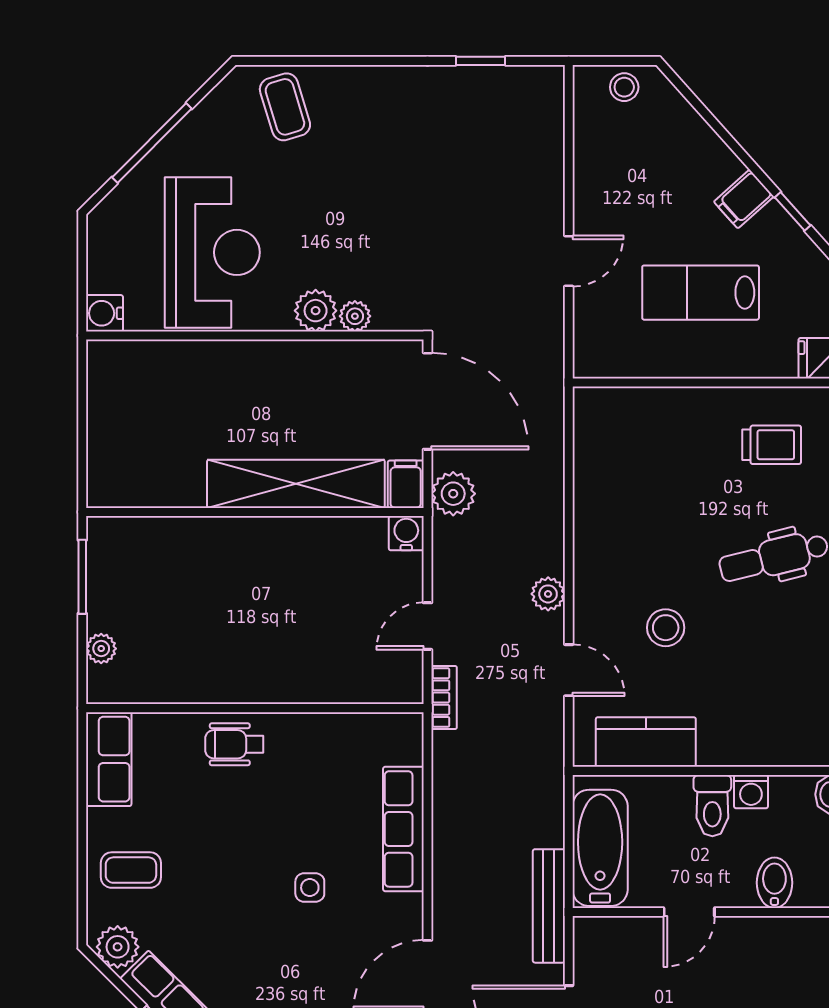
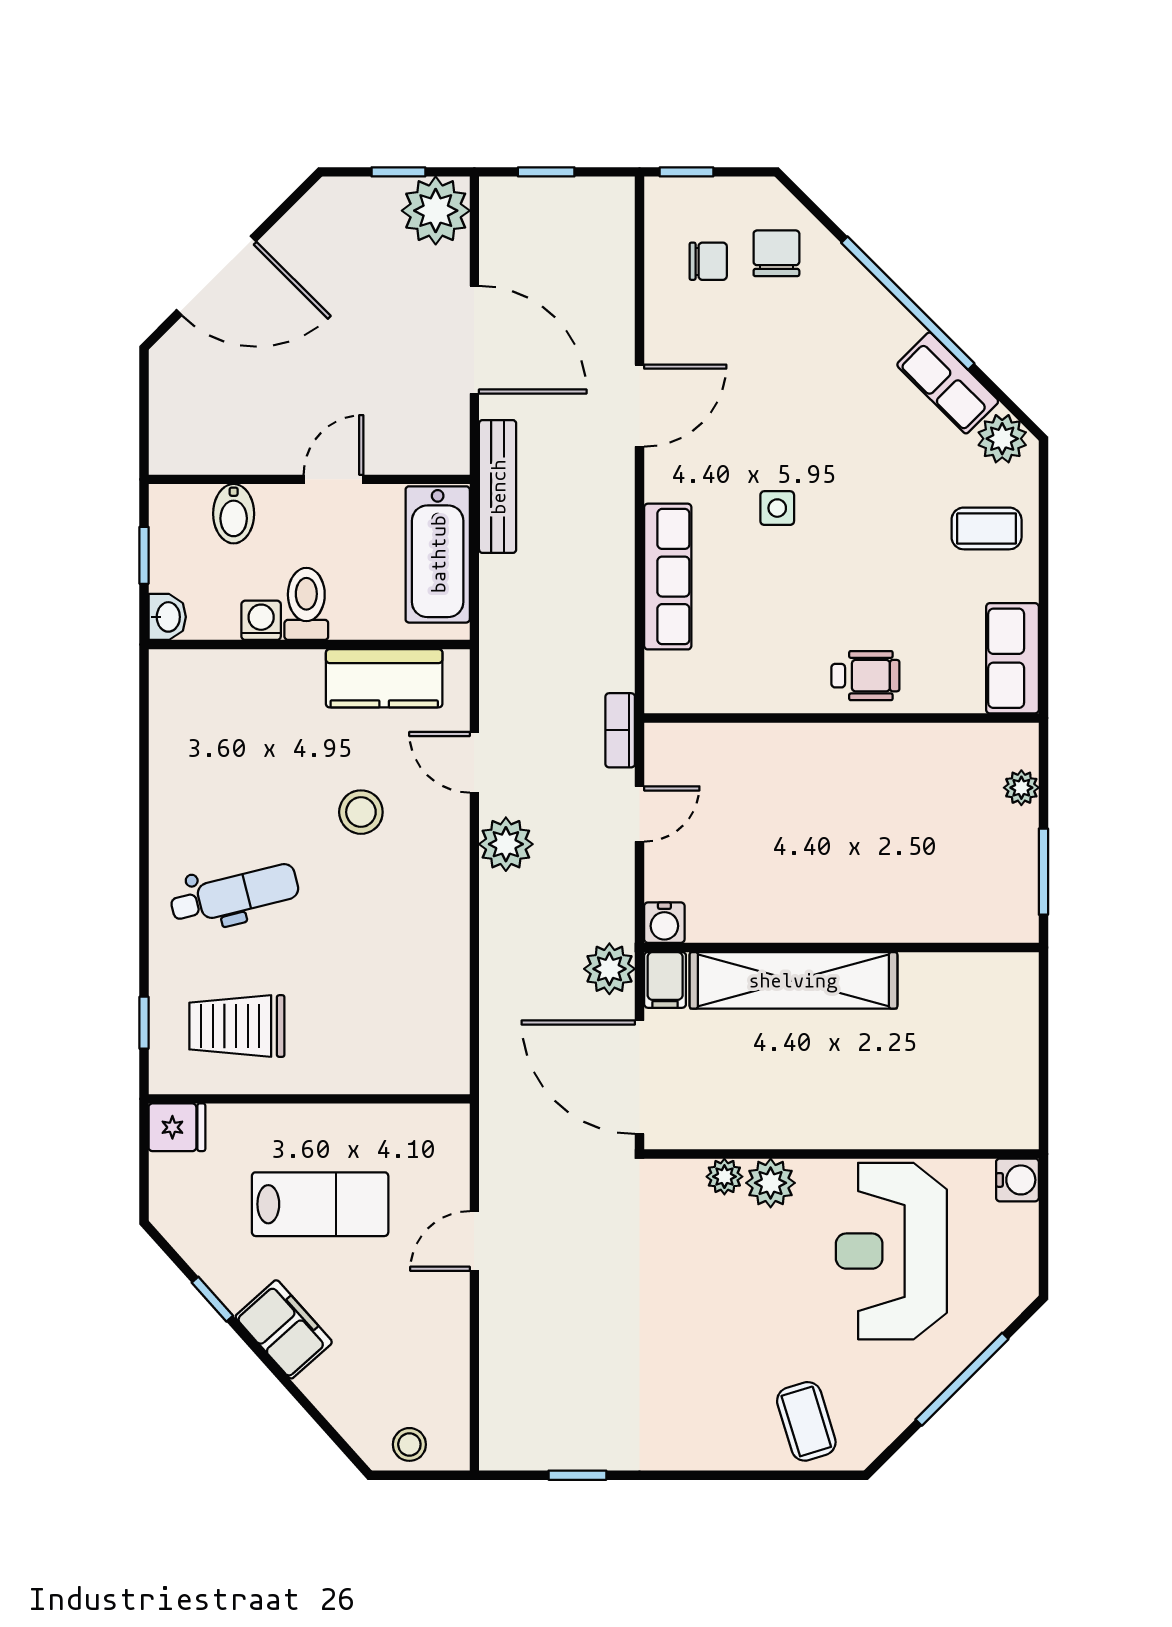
filing cabinet: (744, 199) -> (284, 1329), width x2.00
trolley: (772, 445) -> (237, 1026), width x1.36, depth x1.39
plant: (548, 594) -> (506, 844), width x1.38, depth x1.38

